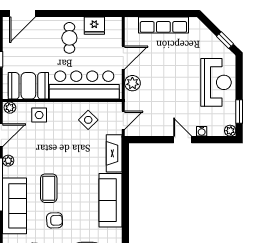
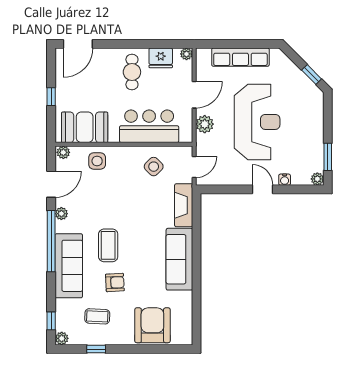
plant: (117, 22) -> (186, 54), added
reception desk: (216, 82) -> (257, 122), moved, width x1.36, depth x1.30
bar counter: (84, 85) -> (149, 126), width x0.73

